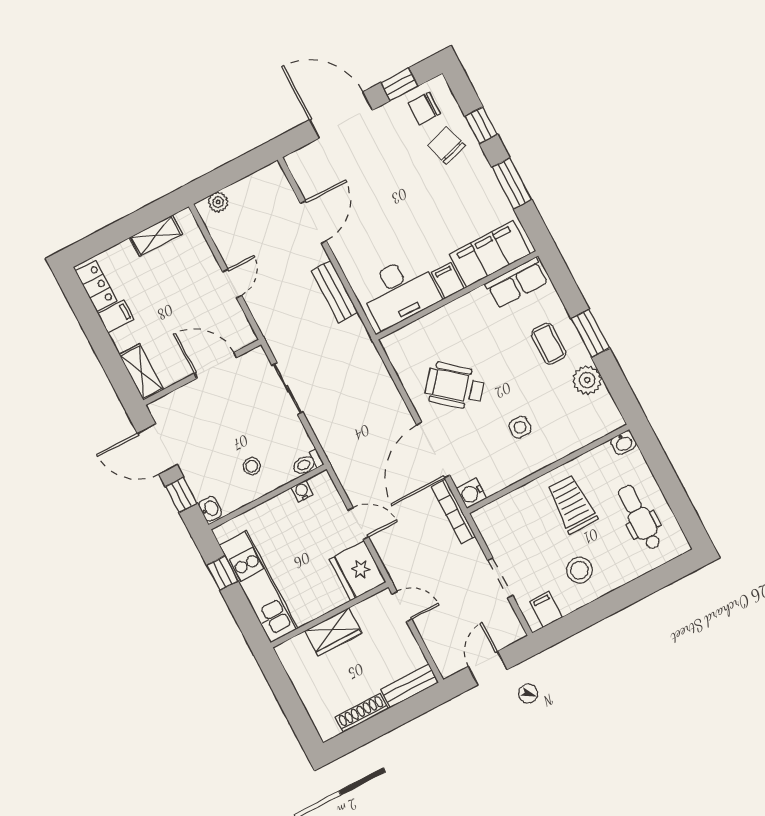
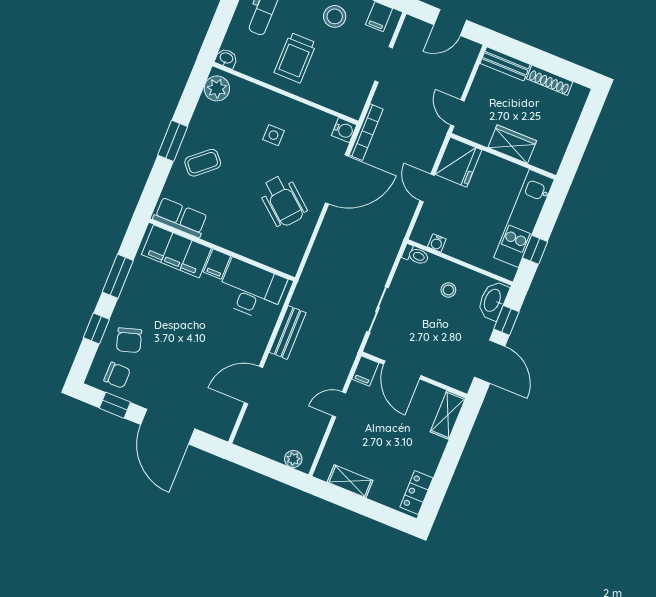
filing cabinet: (116, 316) -> (365, 371), moved, turned -90
coffee table: (549, 344) -> (203, 163), turned 49
plant: (587, 380) -> (217, 88), moved
washbasin: (210, 509) -> (493, 301), width x1.91, depth x1.45

